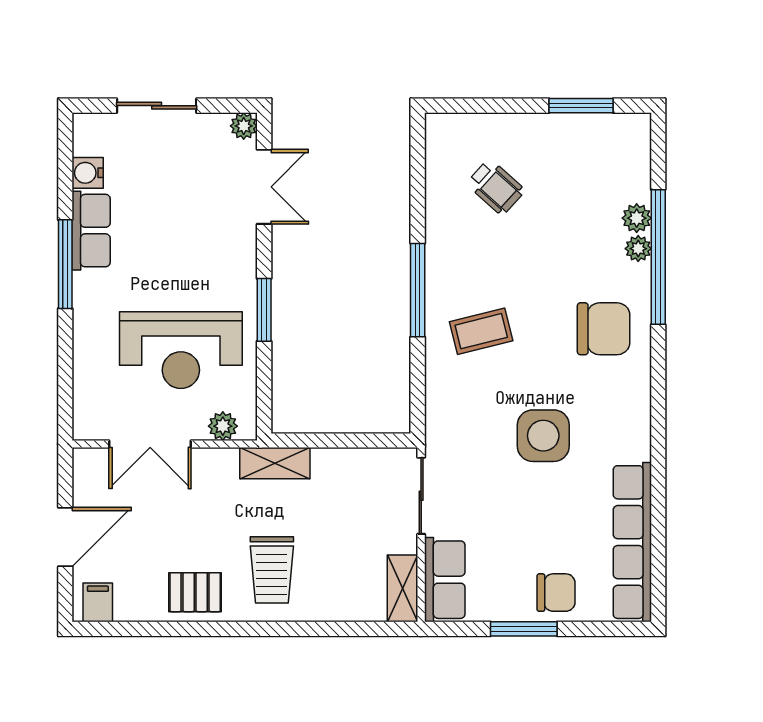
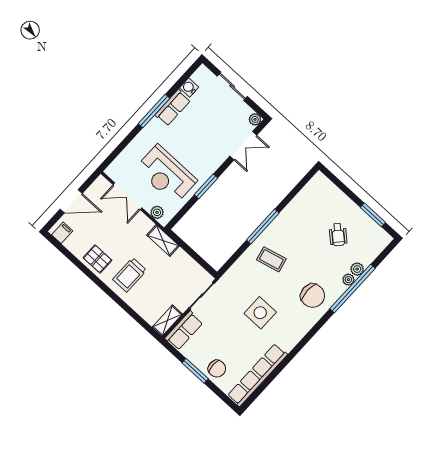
wheelchair: (496, 187) -> (338, 235), moved

